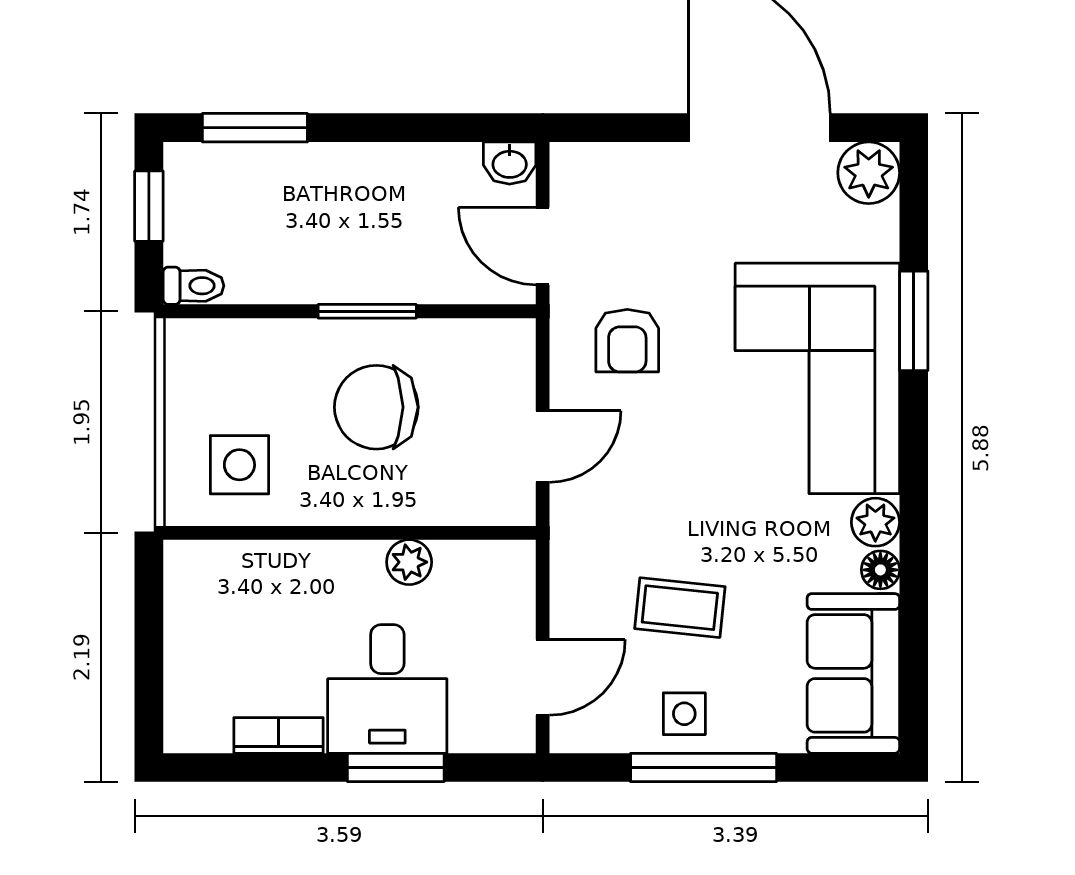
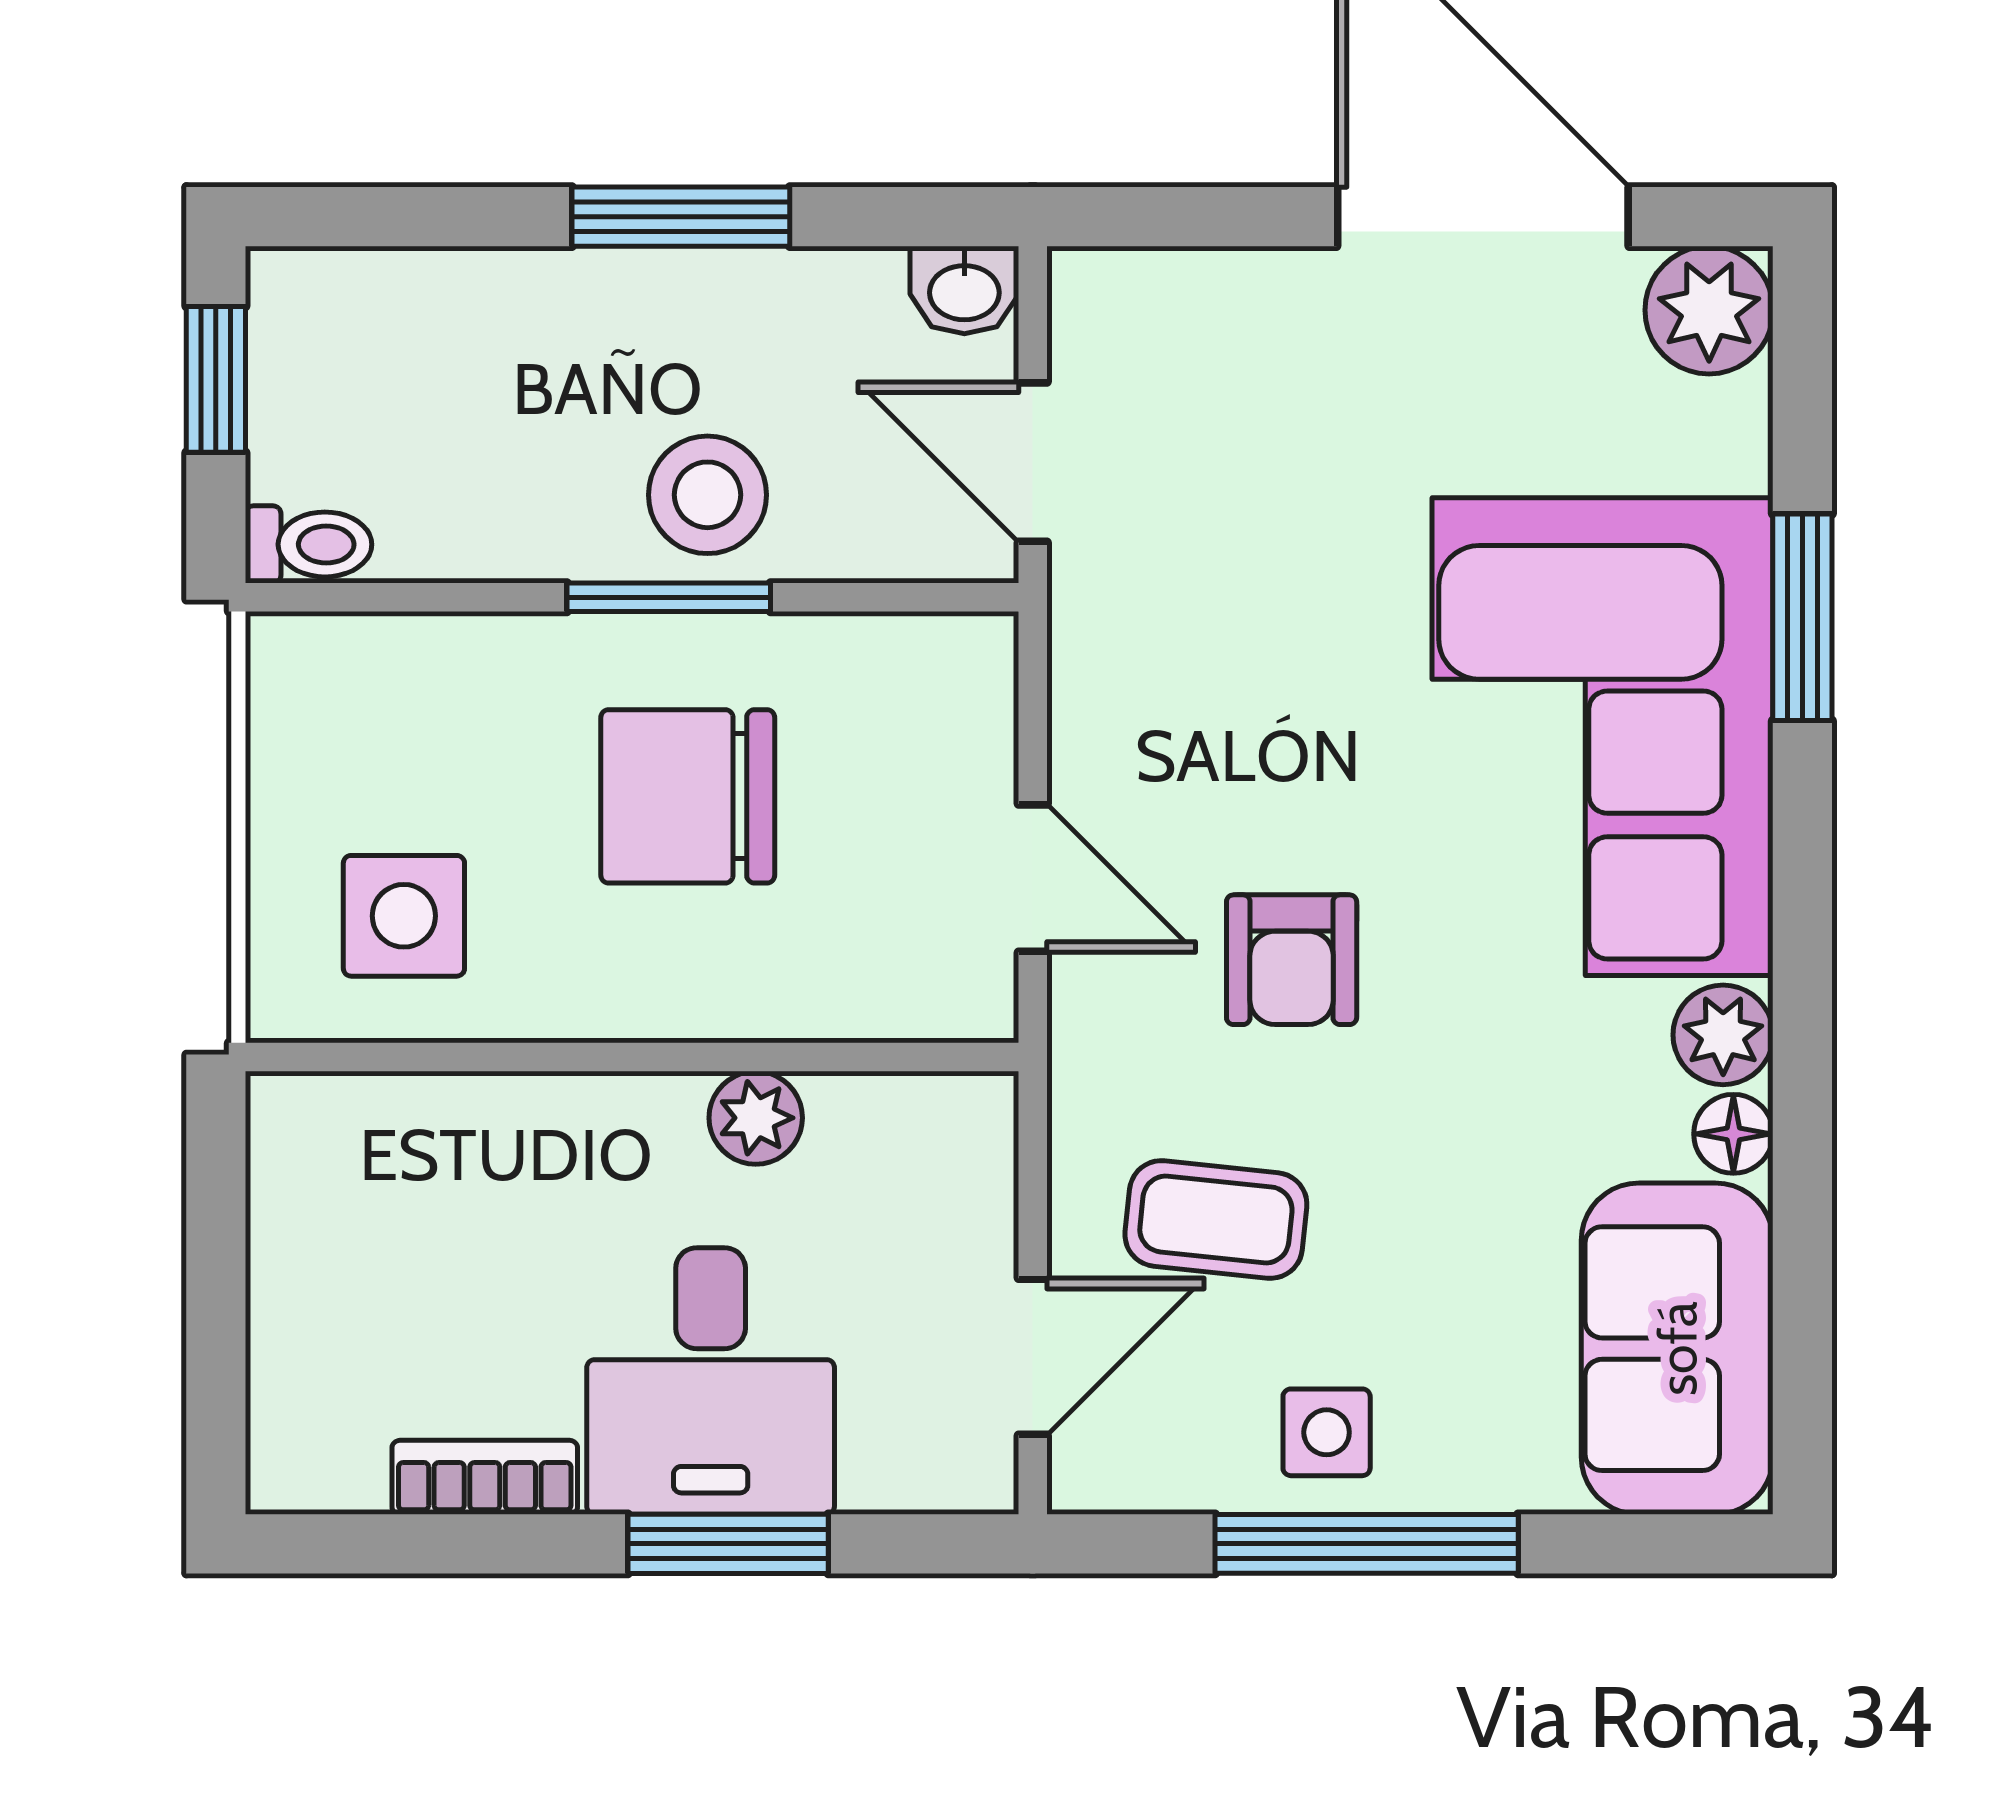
window: (255, 128) -> (681, 217), moved
stool: (386, 262) -> (707, 495), added
armchair: (627, 341) -> (1292, 960), moved
door: (543, 447) -> (1033, 878), hinge flipped
coffee table: (680, 608) -> (1216, 1219), moved

